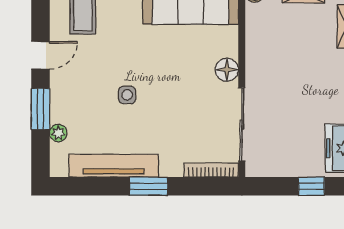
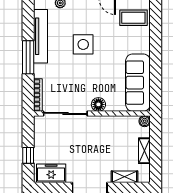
side table: (127, 95) -> (83, 44), width x1.87, depth x1.87
window: (148, 186) -> (28, 57), width x1.44

